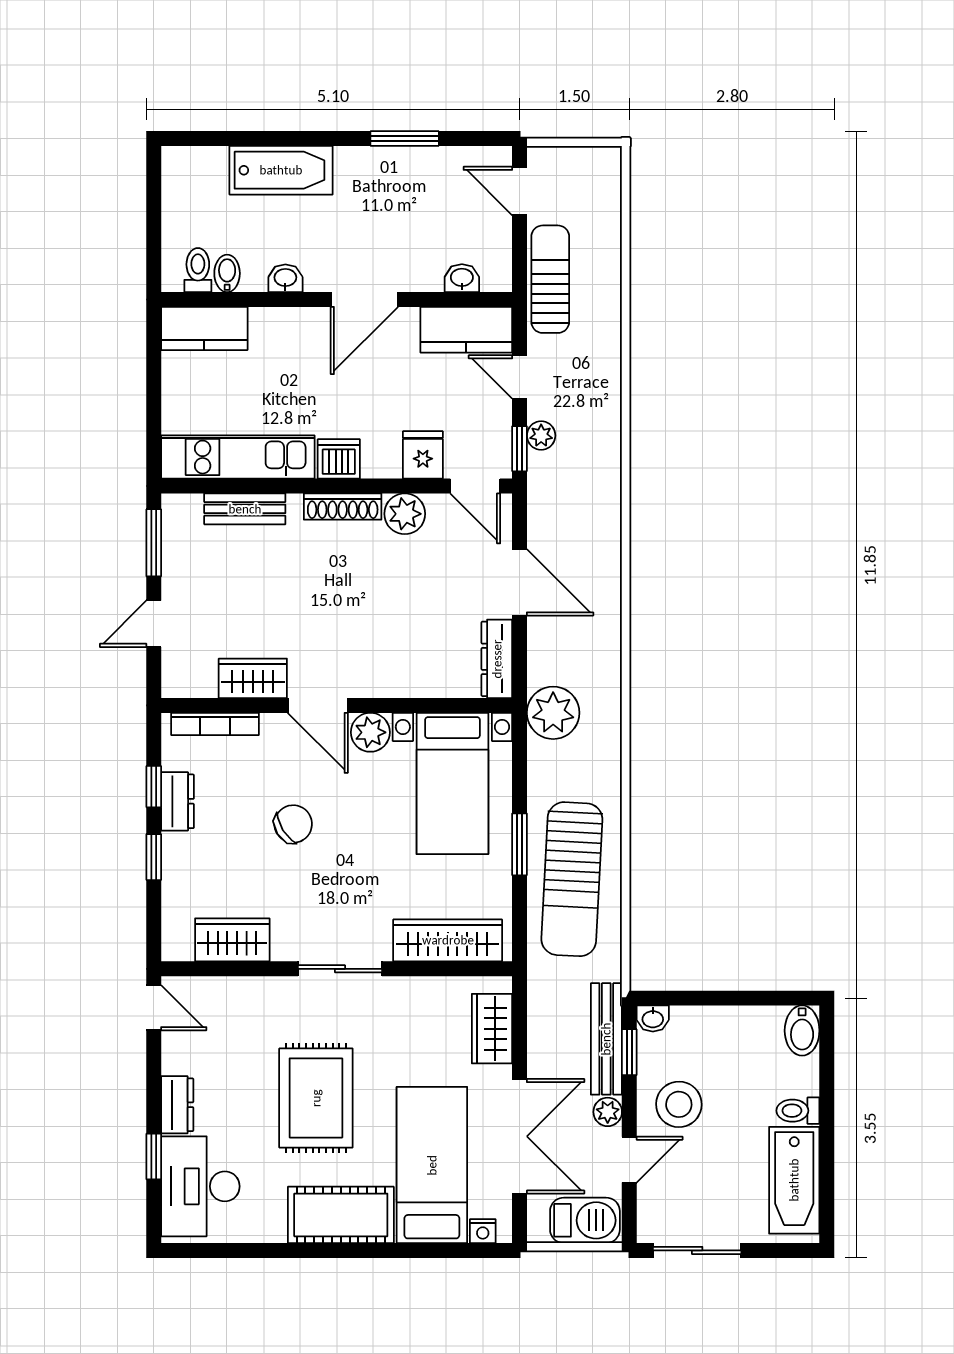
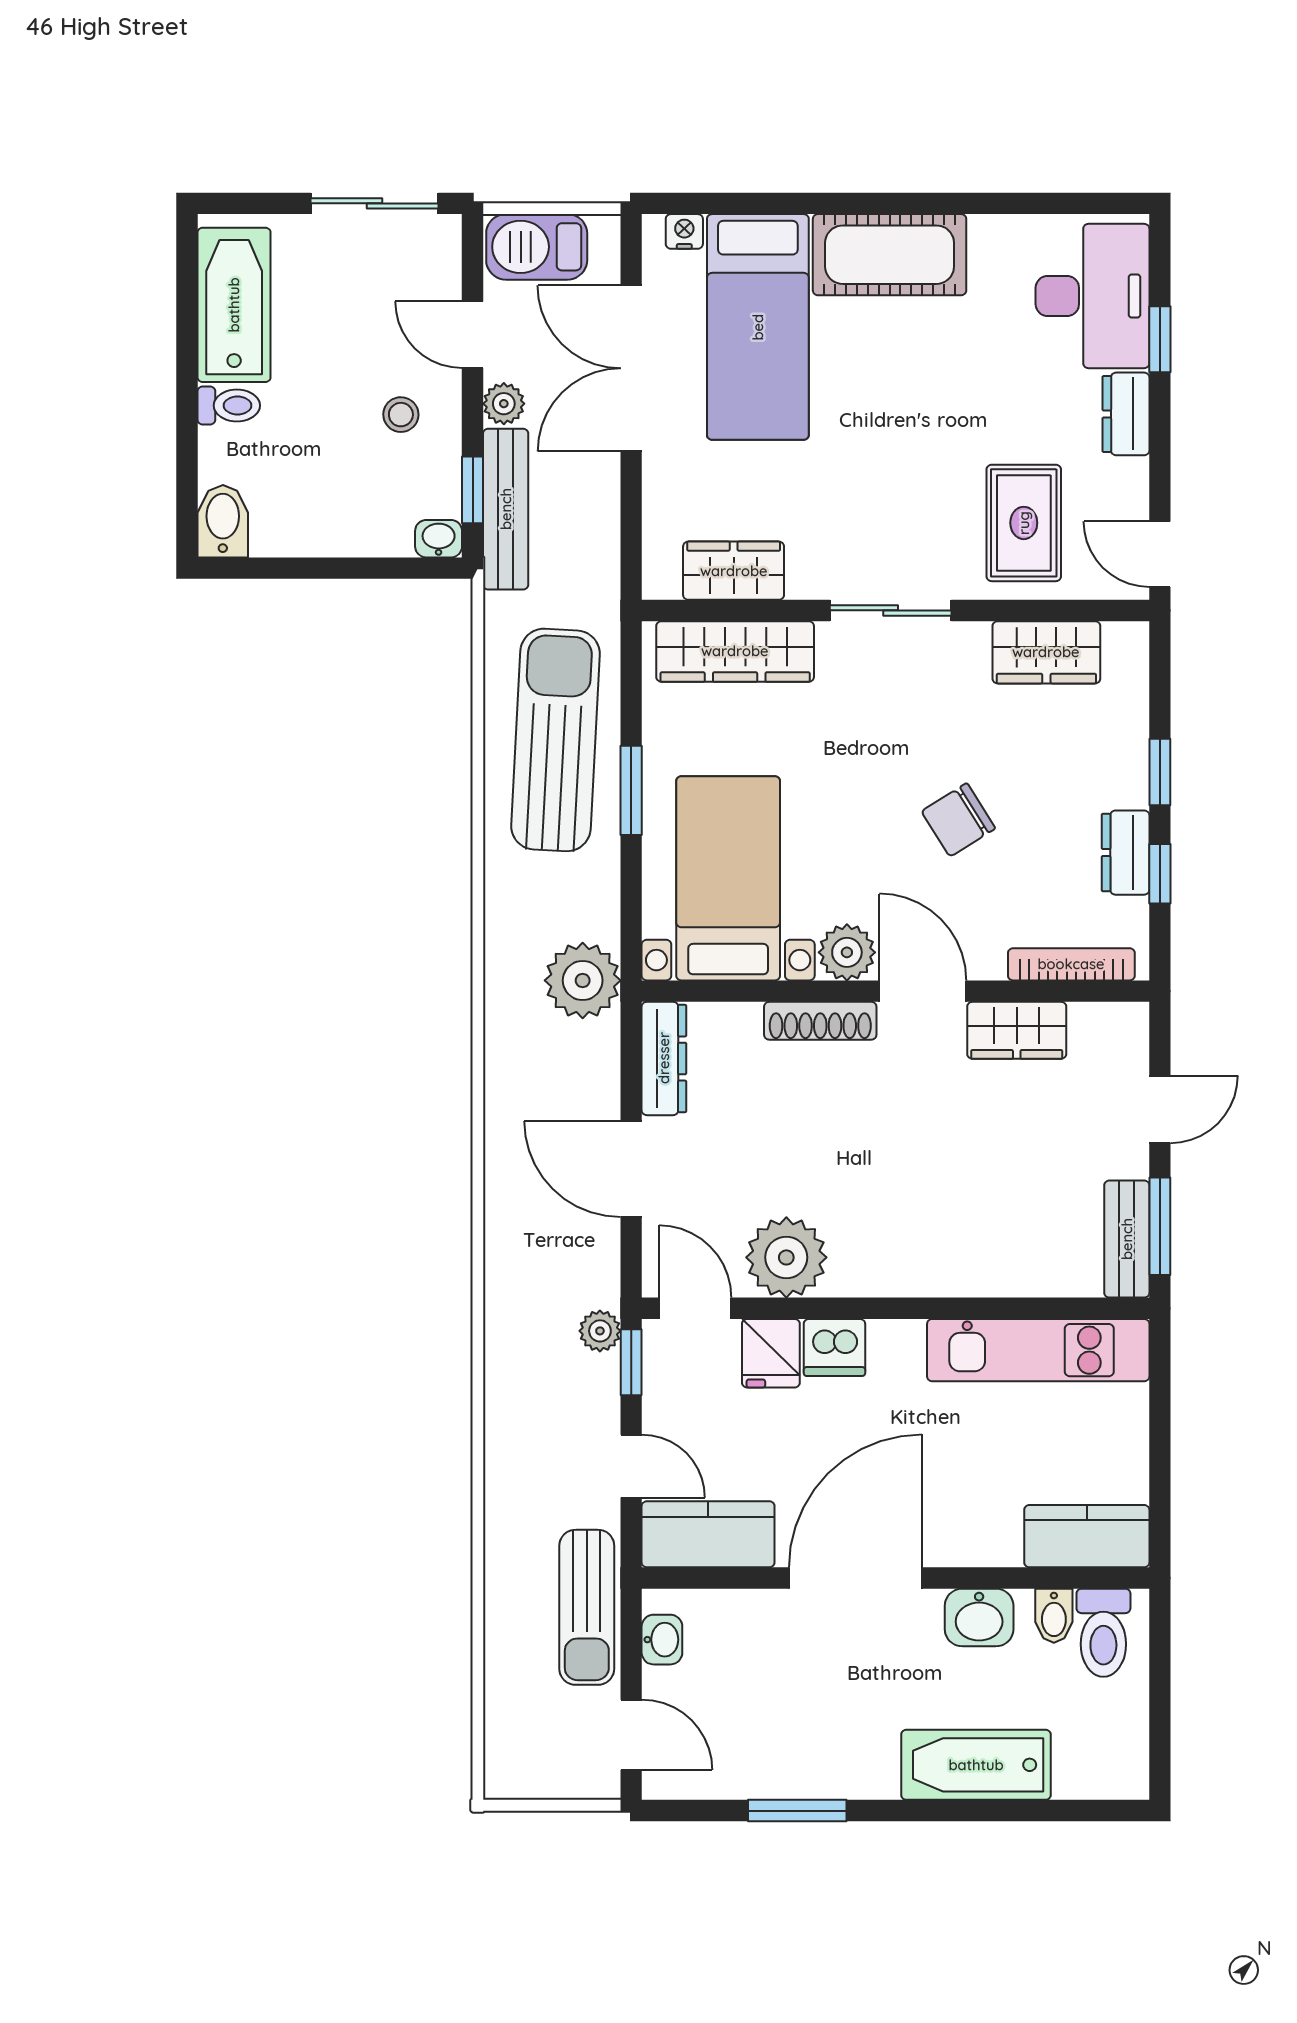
toilet: (198, 270) -> (1103, 1633), width x1.37, depth x1.39
washbasin: (285, 278) -> (979, 1617), width x1.38, depth x1.45
washbasin: (462, 278) -> (662, 1640), moved, turned -90
door: (364, 299) -> (855, 1578), width x1.36
plant: (541, 436) -> (600, 1331), moved
dishwasher: (339, 459) -> (834, 1347), moved
shoe rack: (343, 507) -> (820, 1021), moved, turned 180
bench: (245, 509) -> (1127, 1239), moved, turned 90
plant: (405, 514) -> (786, 1257), width x1.36, depth x1.36
wardrobe: (492, 1029) -> (734, 571), moved, turned -90
rug: (316, 1098) -> (1024, 523), moved, width x0.73, depth x0.70
stool: (679, 1104) -> (401, 415), width x0.53, depth x0.53
door: (629, 1160) -> (473, 335), hinge flipped

